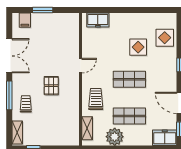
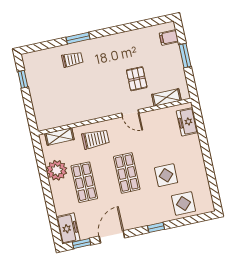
double door: (9, 56) -> (124, 28), removed
pallet: (51, 86) -> (137, 79), moved, turned 90
window: (9, 95) -> (78, 38), width x0.69
shelving: (17, 133) -> (166, 97), moved

